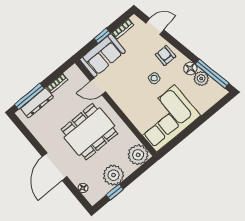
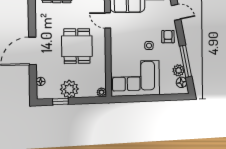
floor lamp: (190, 68) -> (182, 82), moved
window: (212, 74) -> (186, 61), moved
dining table: (89, 132) -> (77, 46), width x0.73
plant: (138, 155) -> (102, 92), width x0.53, depth x0.53

